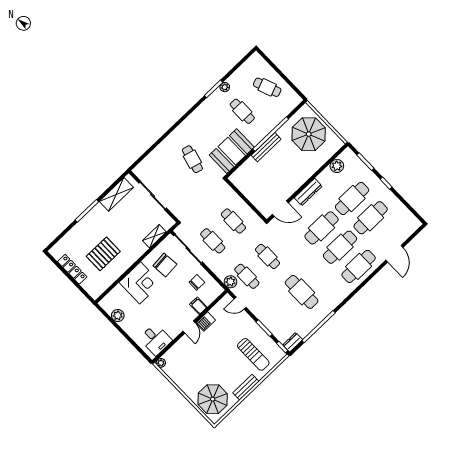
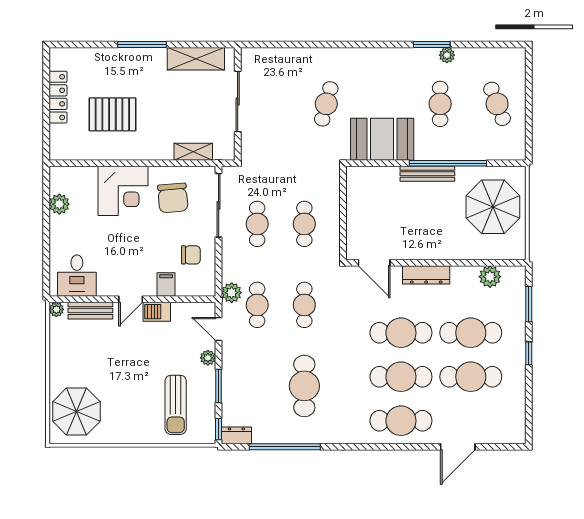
plant: (248, 320) -> (208, 358), added
bench: (246, 387) -> (90, 311), moved

